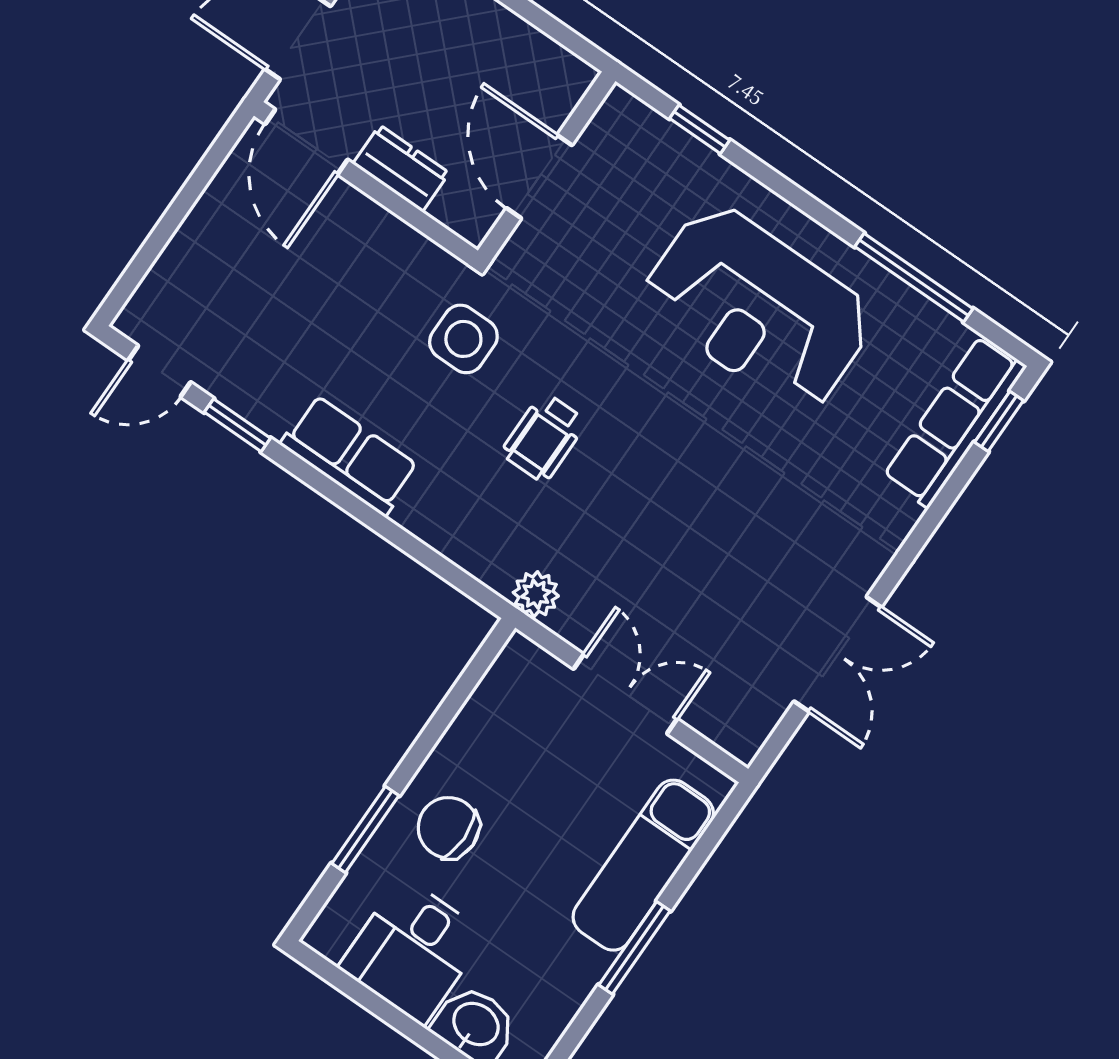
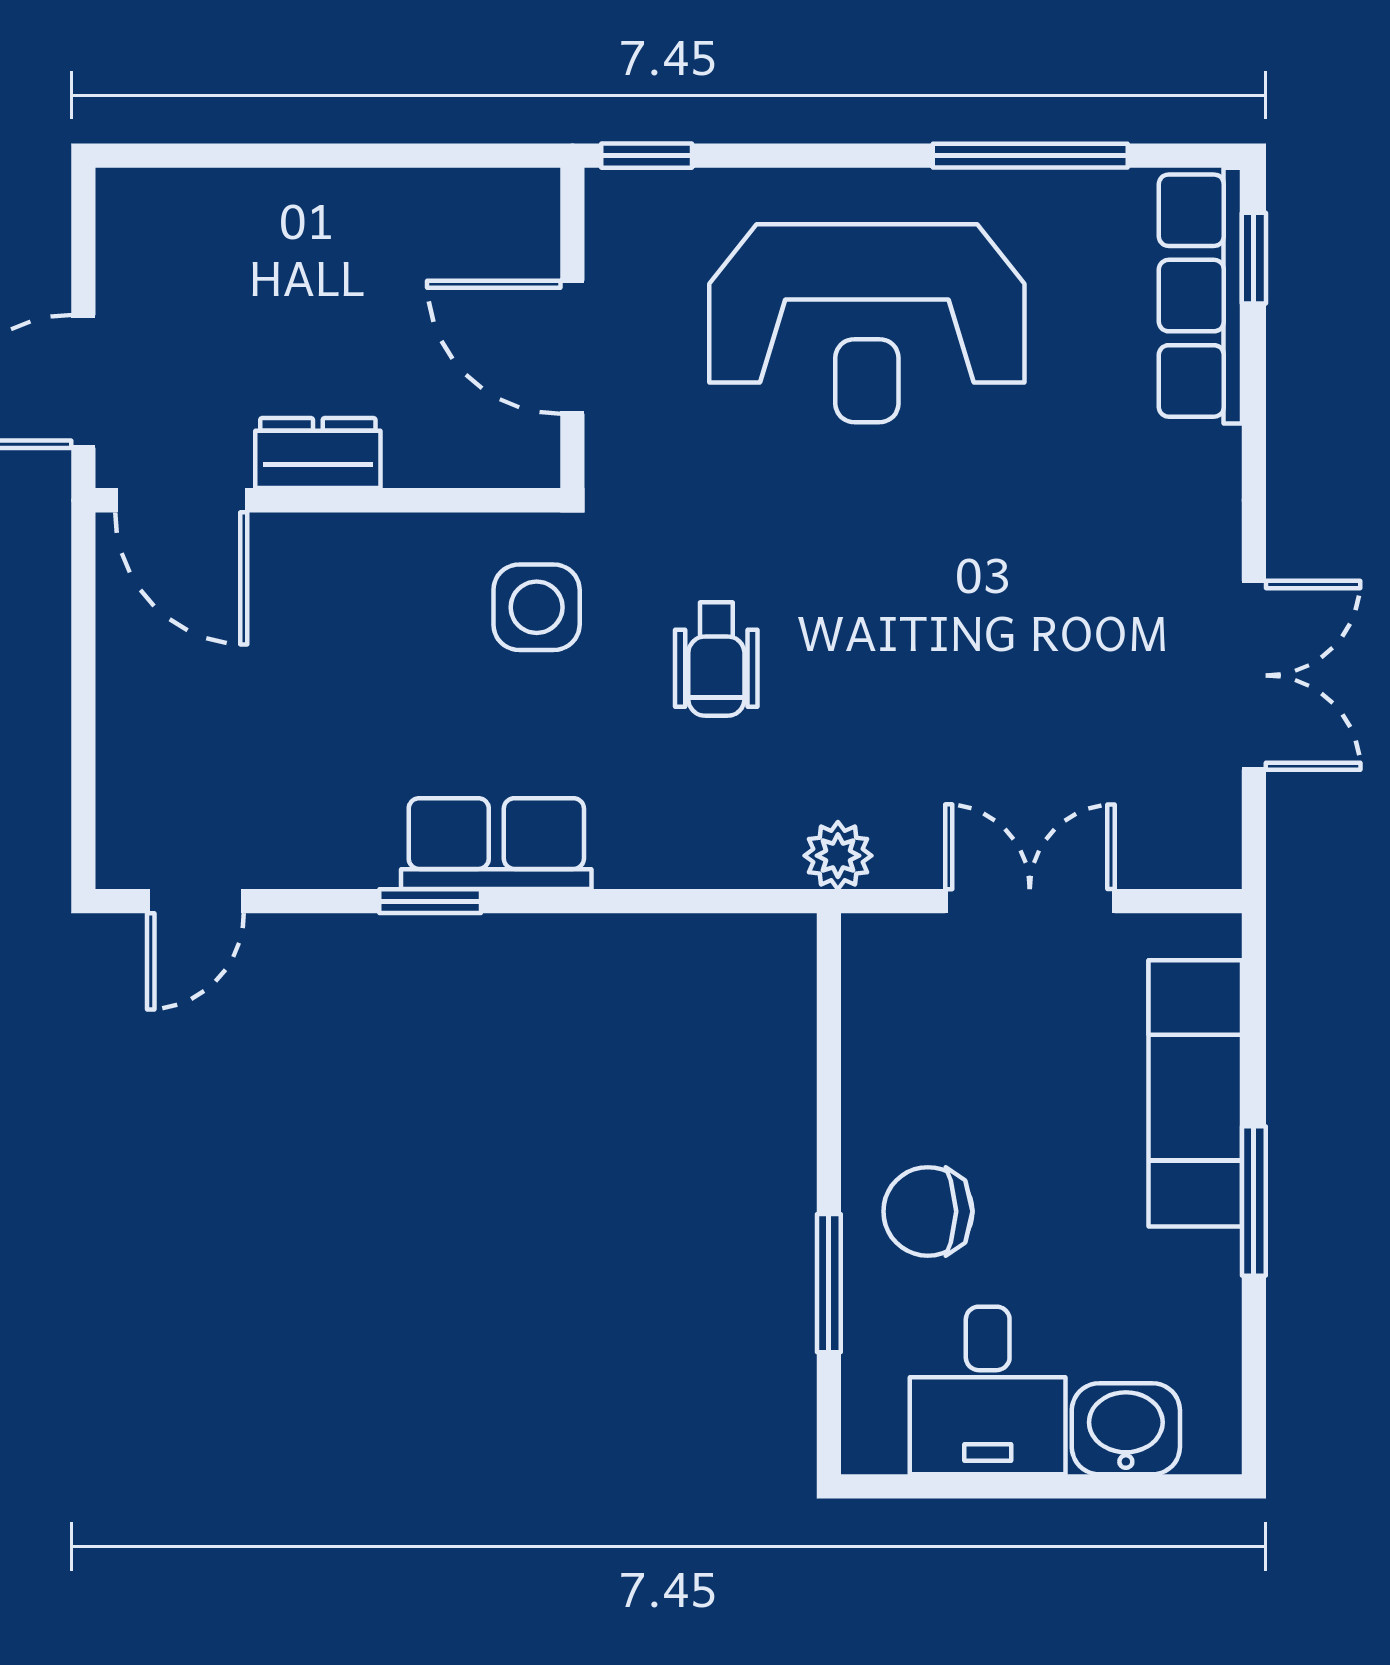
wall: (547, 166) -> (572, 328), moved
door: (539, 177) -> (572, 347), moved
window: (237, 425) -> (430, 901), moved

